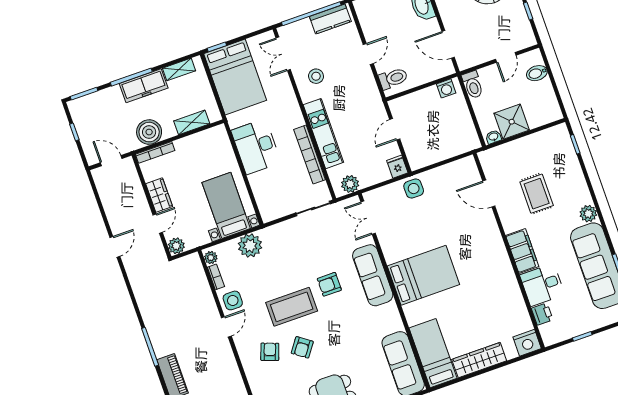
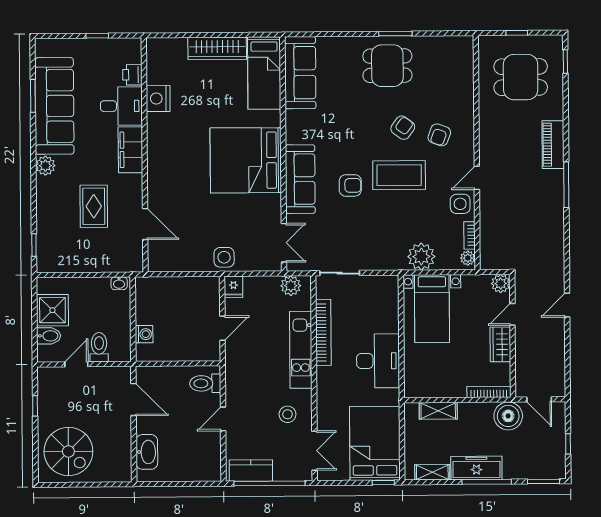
toilet: (473, 85) -> (99, 347), moved
washing machine: (446, 88) -> (144, 334), moved, turned 90
shower: (512, 122) -> (52, 310), moved
boiler: (149, 132) -> (508, 416), moved
bed: (423, 275) -> (246, 160), width x1.36
nightstand: (527, 343) -> (158, 99), moved, turned -90

